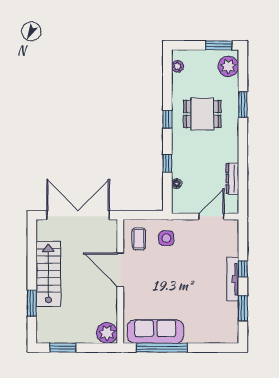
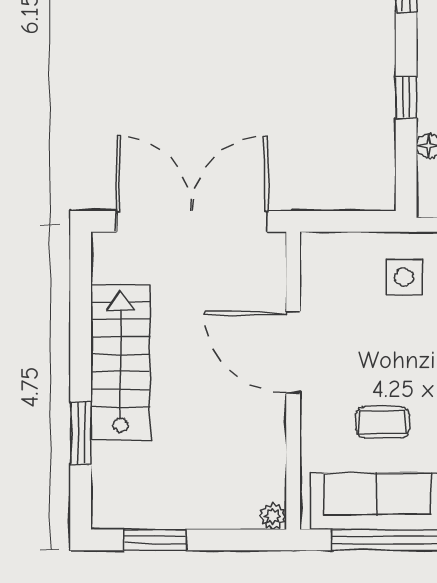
coffee table: (139, 239) -> (383, 422), moved, turned 90
plant: (107, 333) -> (273, 516), width x0.53, depth x0.53

